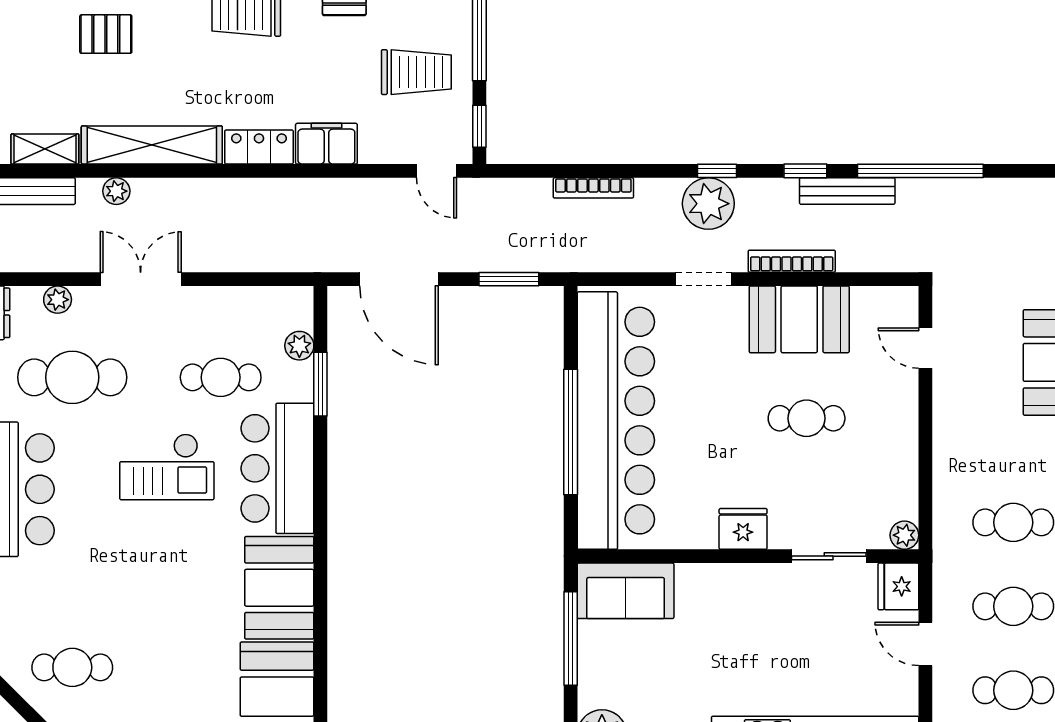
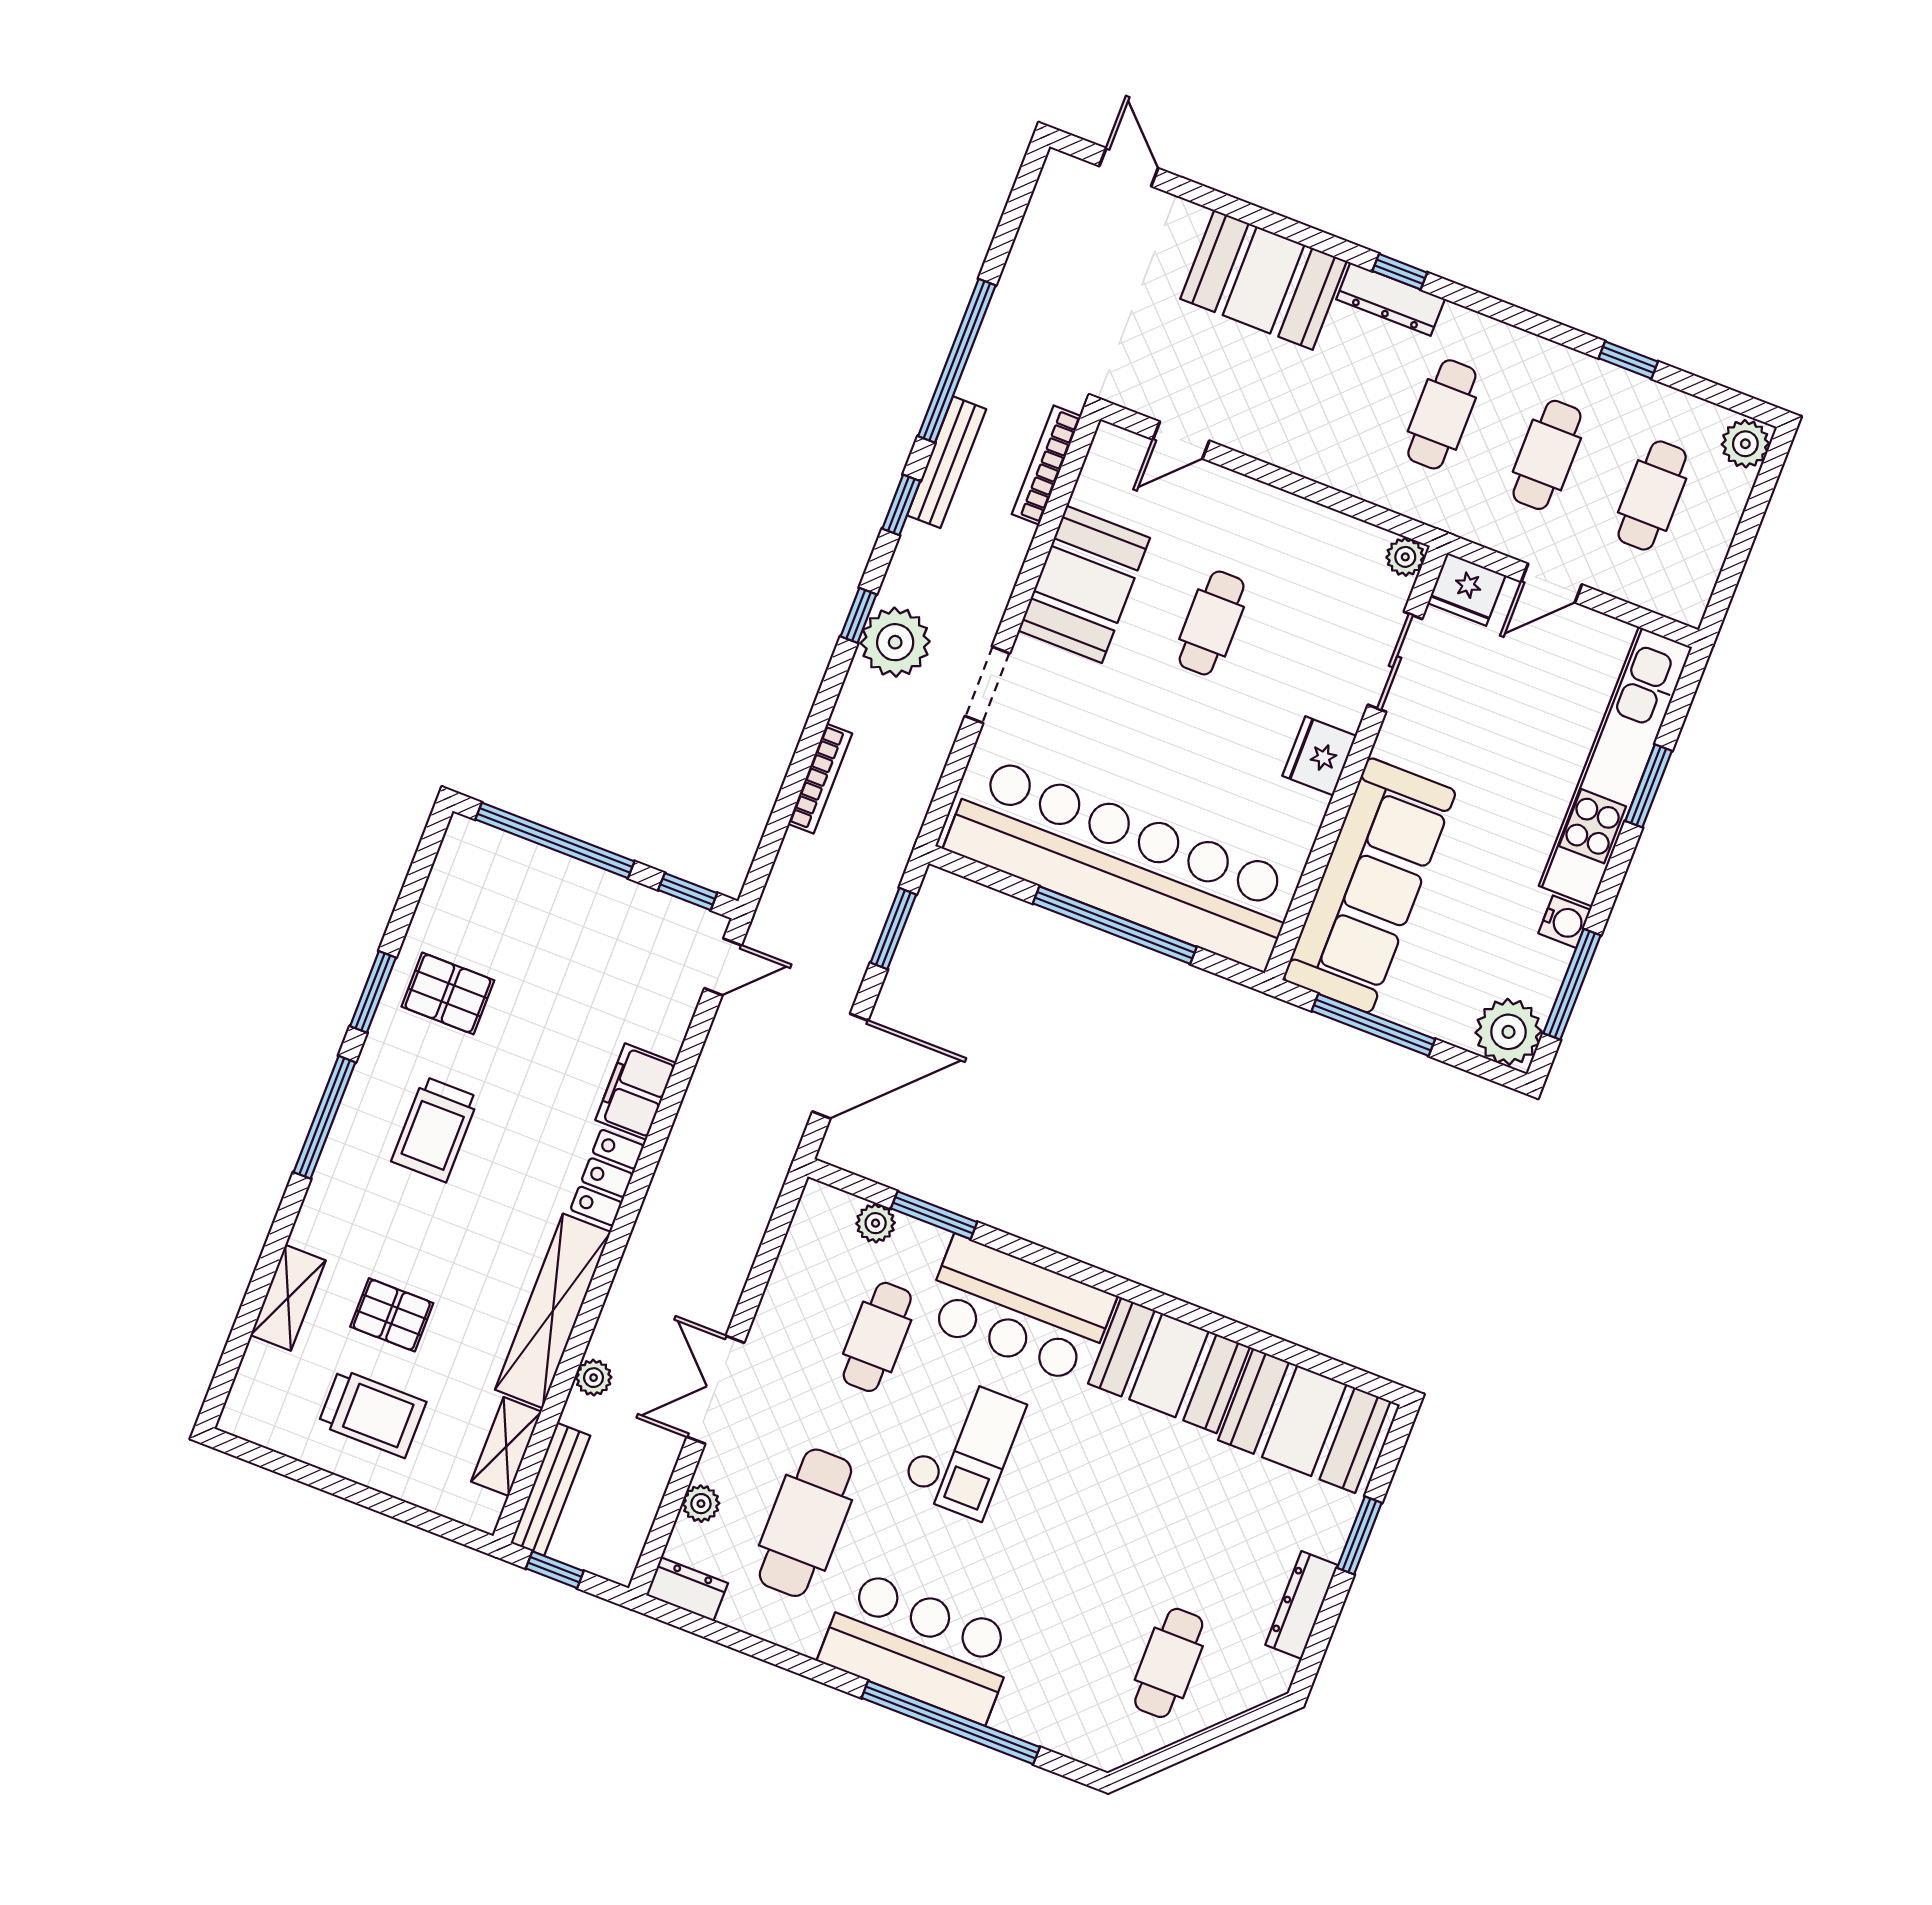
pallet: (106, 34) -> (392, 1315), turned 90
trolley: (416, 72) -> (372, 1413), moved, turned 90
bookcase: (792, 261) -> (1046, 465), moved
sofa: (626, 591) -> (1369, 885), width x1.85, depth x1.27

